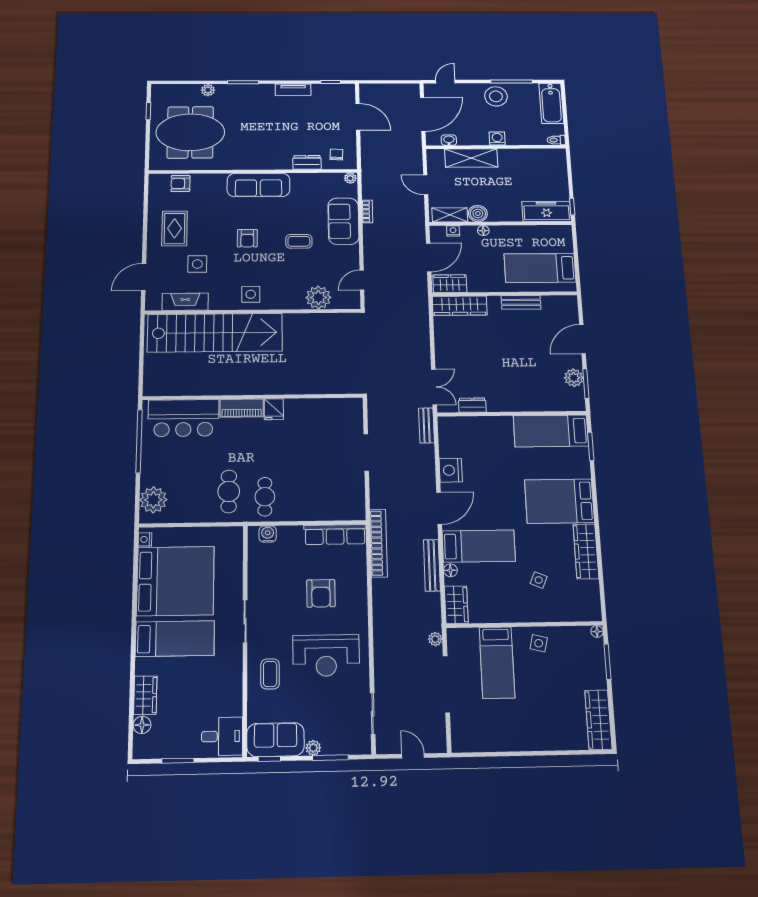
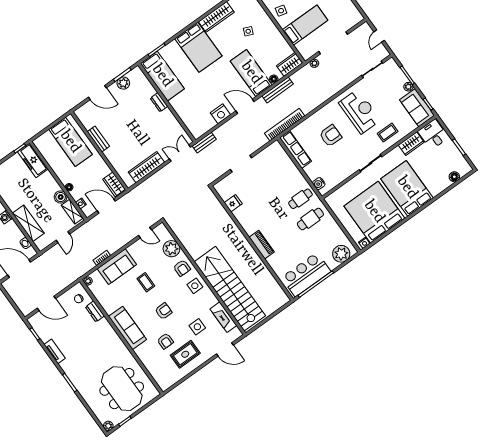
plant: (208, 90) -> (108, 426), moved
door: (358, 117) -> (46, 303), swing flipped
armchair: (180, 183) -> (165, 341), moved
armchair: (285, 294) -> (182, 268), added
wardrobe: (460, 306) -> (146, 167), moved, turned -90
dresser: (472, 405) -> (159, 102), moved
fridge: (274, 409) -> (233, 203), moved
bar counter: (183, 418) -> (306, 274), moved, turned -90
bed: (175, 639) -> (407, 188), width x1.50
wardrobe: (145, 695) -> (411, 144), moved, turned 180

